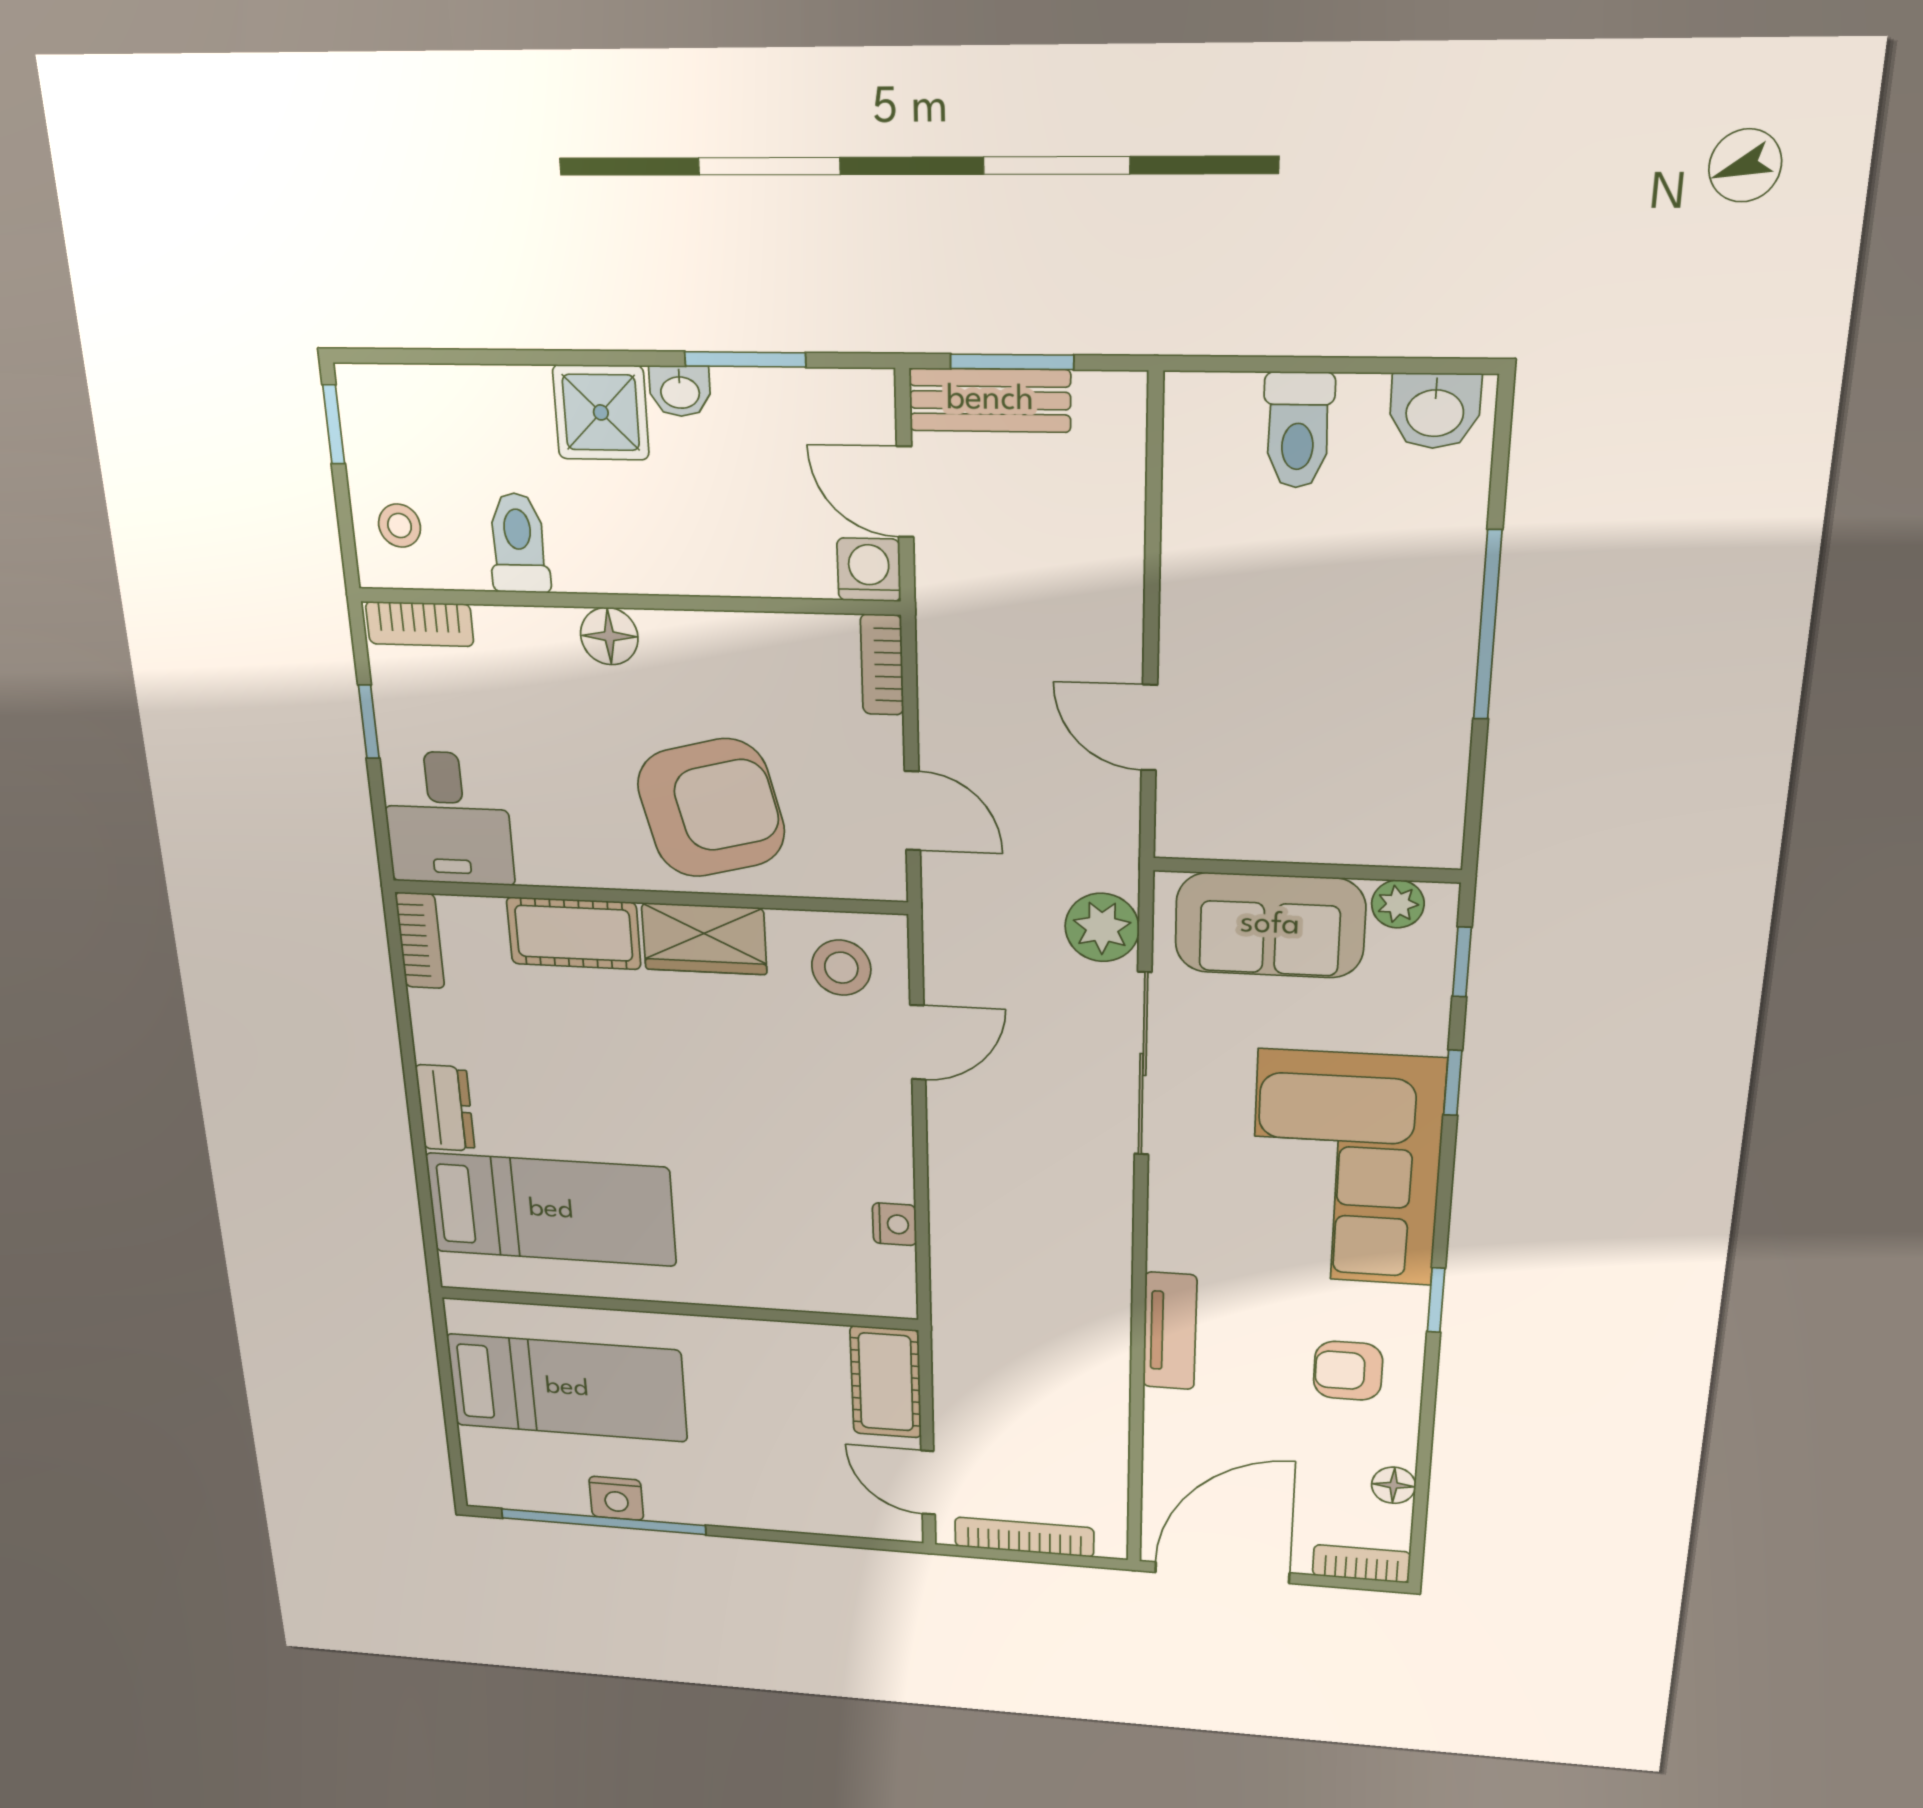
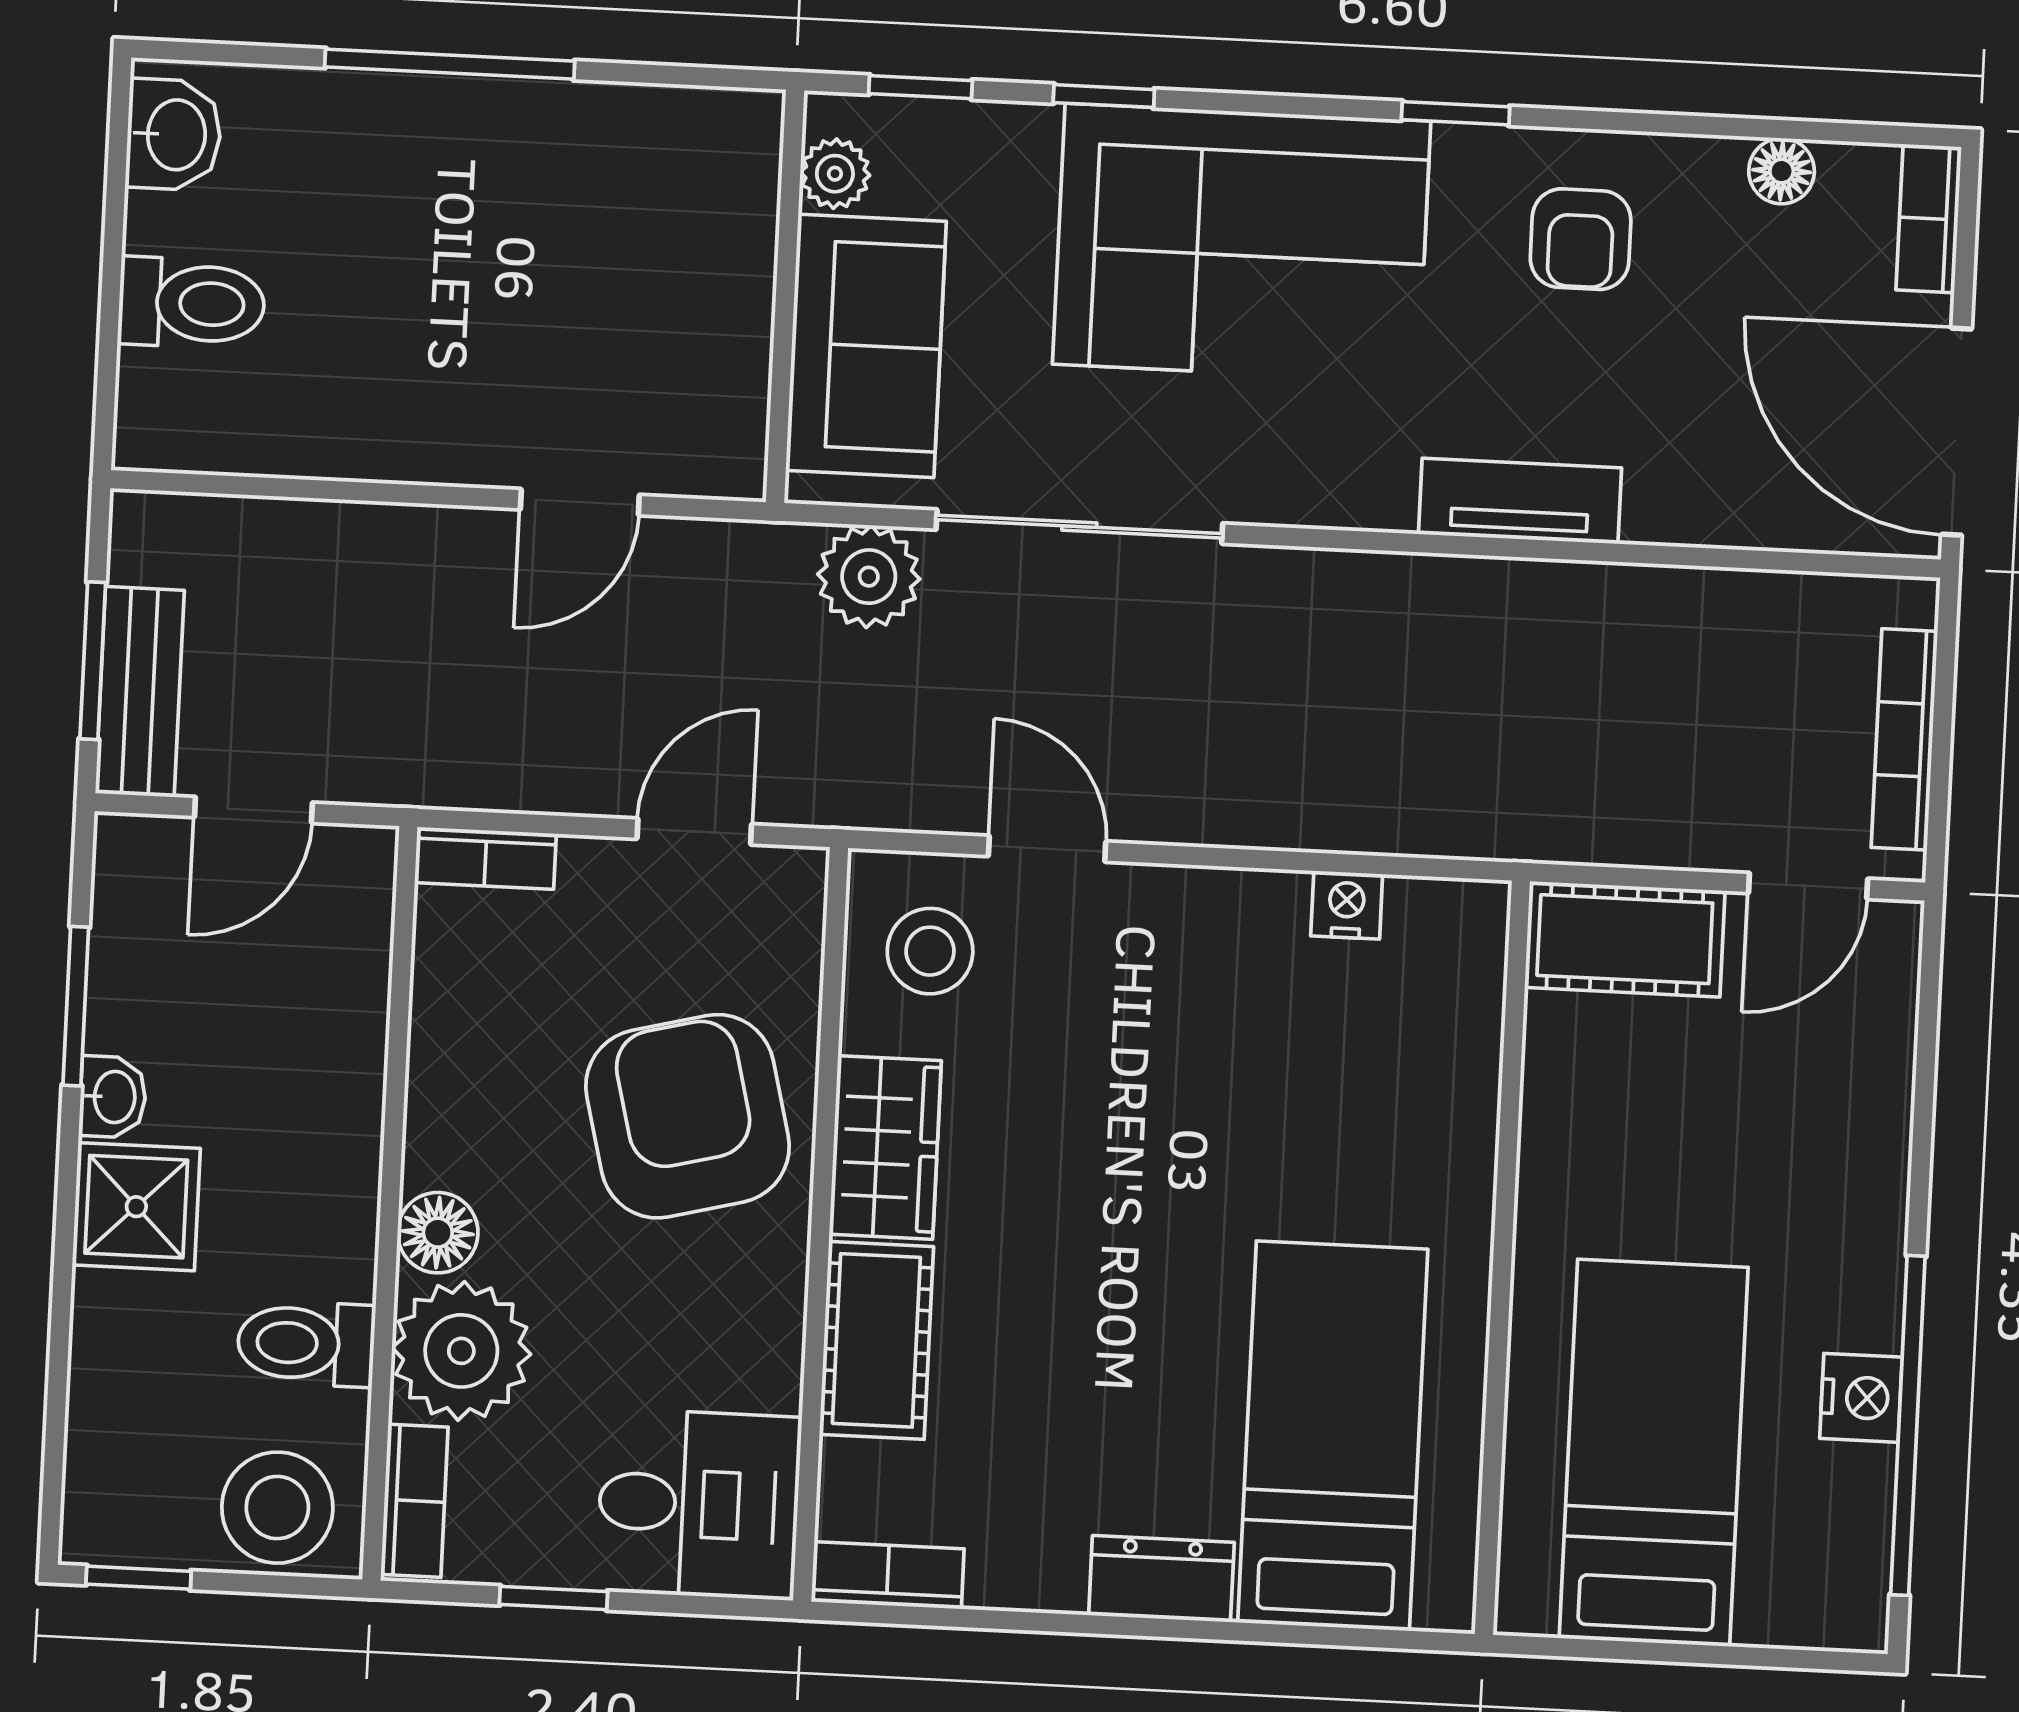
stool: (400, 526) -> (277, 1508), width x1.89, depth x1.89
washing machine: (869, 570) -> (355, 866), removed
plant: (528, 655) -> (461, 1351), added

